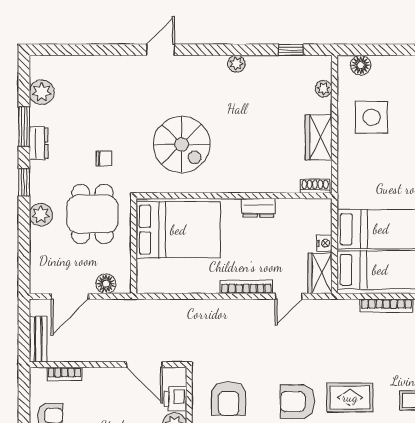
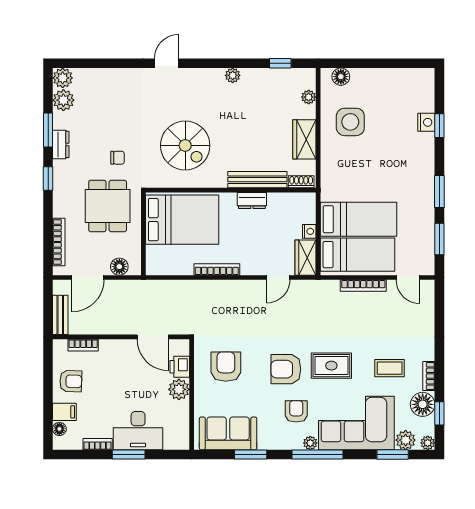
bench: (265, 184) -> (257, 180), added
plant: (41, 215) -> (63, 78), moved
bookcase: (36, 255) -> (59, 242), added
bookcase: (246, 287) -> (217, 269), moved
armchair: (228, 399) -> (226, 367), turned 180

